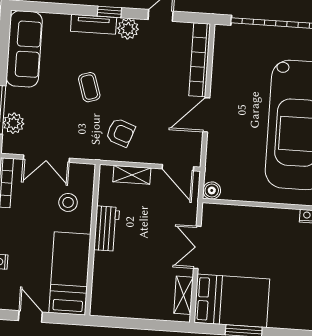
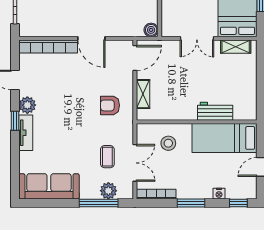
coffee table: (89, 87) -> (107, 157), moved, turned -72
armchair: (120, 132) -> (110, 105), turned -110
workbench: (107, 229) -> (215, 111), moved

